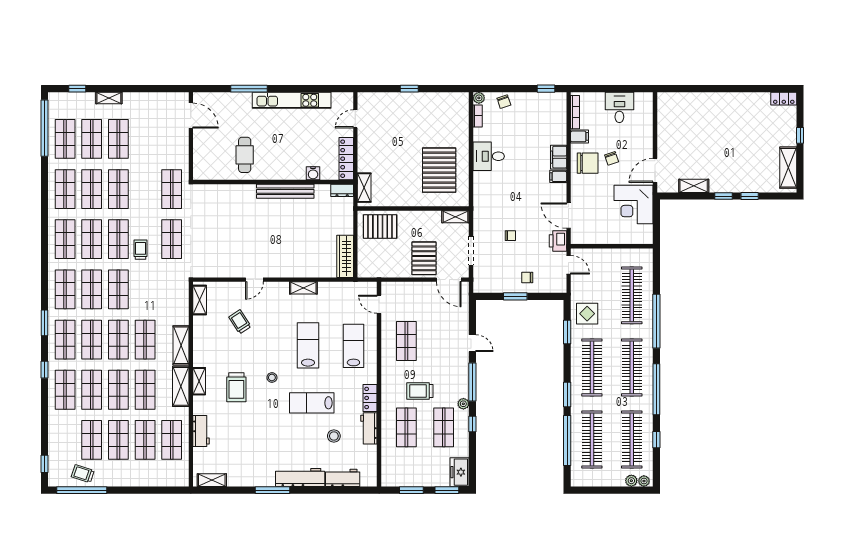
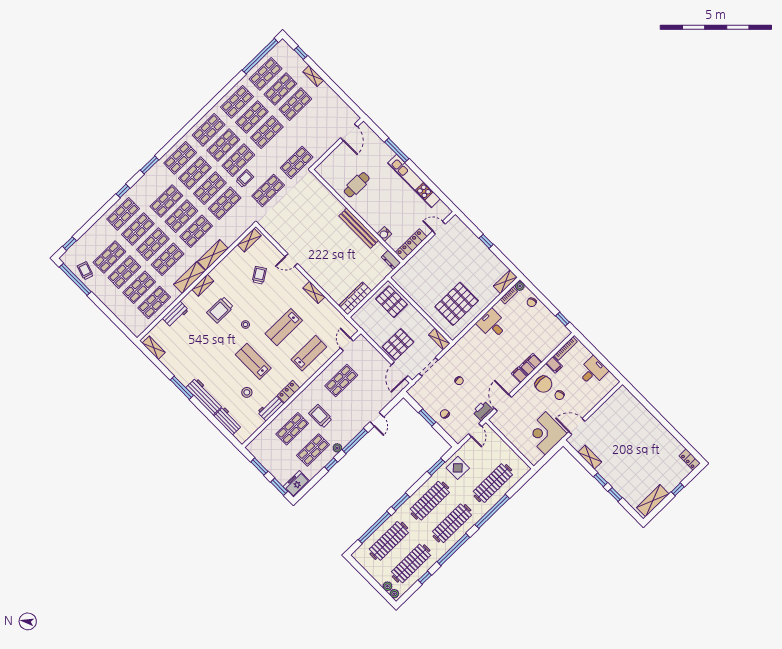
shelving: (364, 188) -> (505, 282), moved
shop shelf: (65, 340) -> (225, 203), moved
lab bench: (308, 345) -> (284, 327), turned 180

